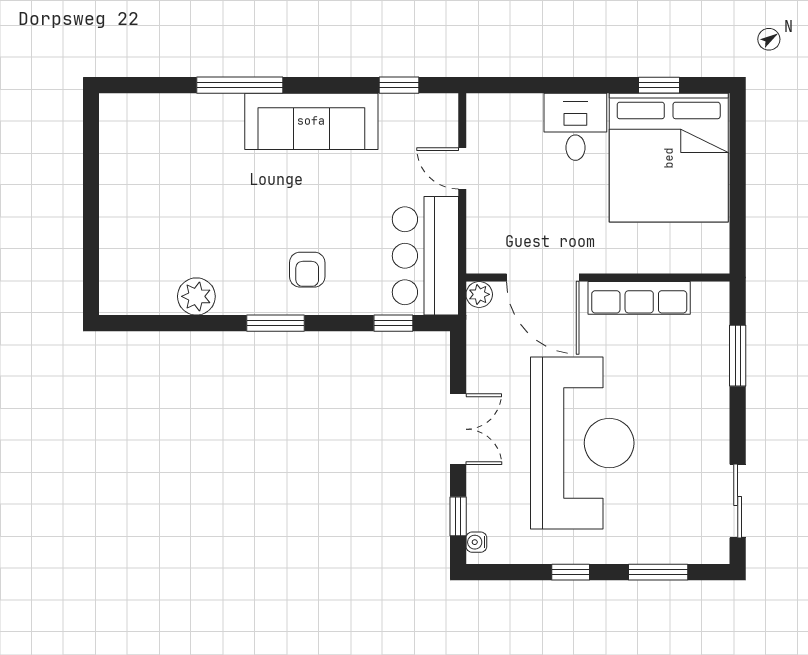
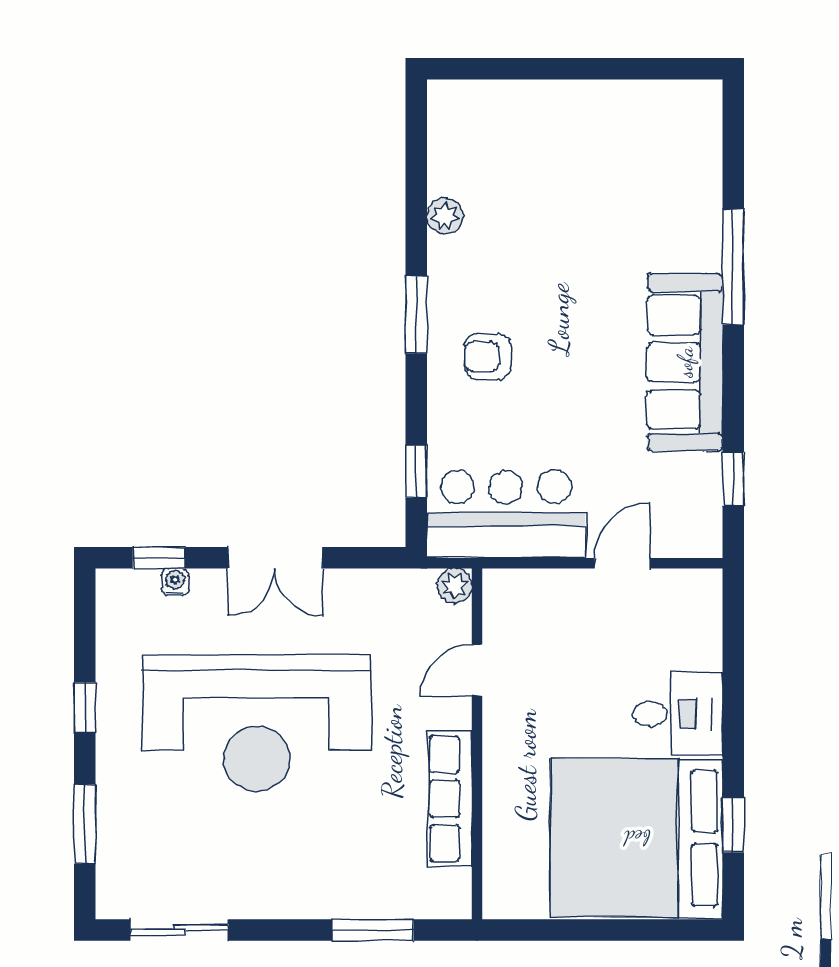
door: (543, 278) -> (477, 670), width x0.53
plant: (196, 296) -> (445, 216), width x0.73, depth x0.73
water cooler: (476, 542) -> (175, 582), moved

